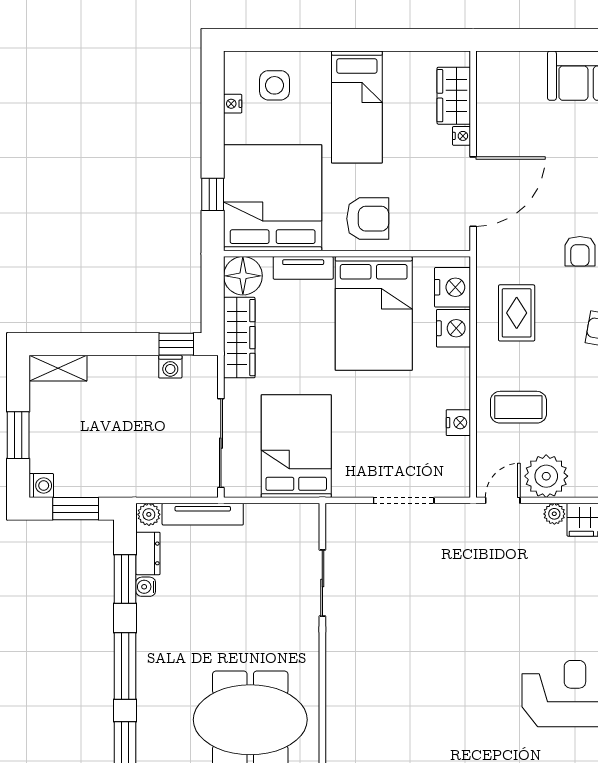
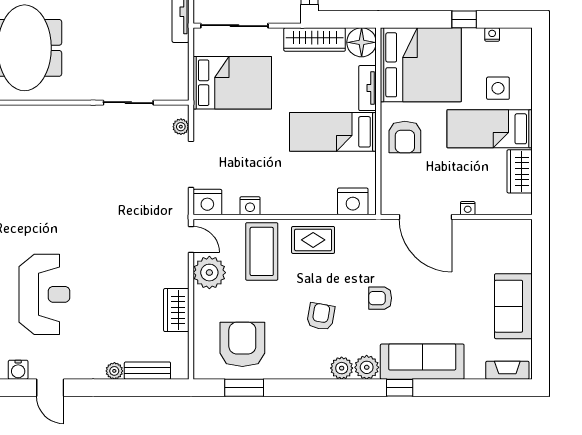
side table: (274, 85) -> (498, 88), moved
wardrobe: (454, 96) -> (520, 171), moved, turned -90
window: (213, 194) -> (464, 19), moved
bed: (374, 313) -> (333, 132), width x0.67
rug: (517, 313) -> (313, 240), moved
nightstand: (453, 328) -> (207, 202), moved
coffee table: (518, 407) -> (262, 251), width x1.36, depth x1.32
plant: (554, 514) -> (181, 127), moved

